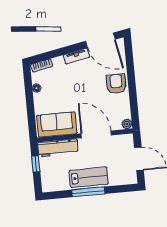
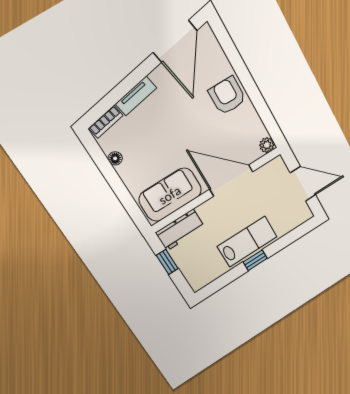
door: (100, 40) -> (175, 41), hinge flipped
tv unit: (77, 56) -> (136, 96), moved
workbench: (58, 148) -> (180, 230), width x0.73
window: (88, 192) -> (255, 260), width x0.46

